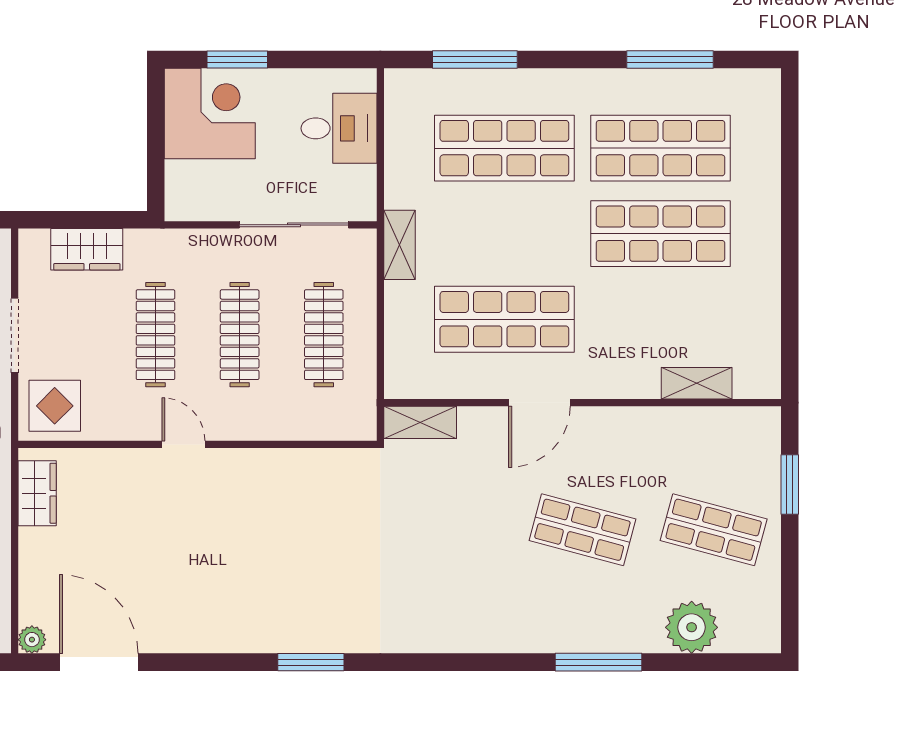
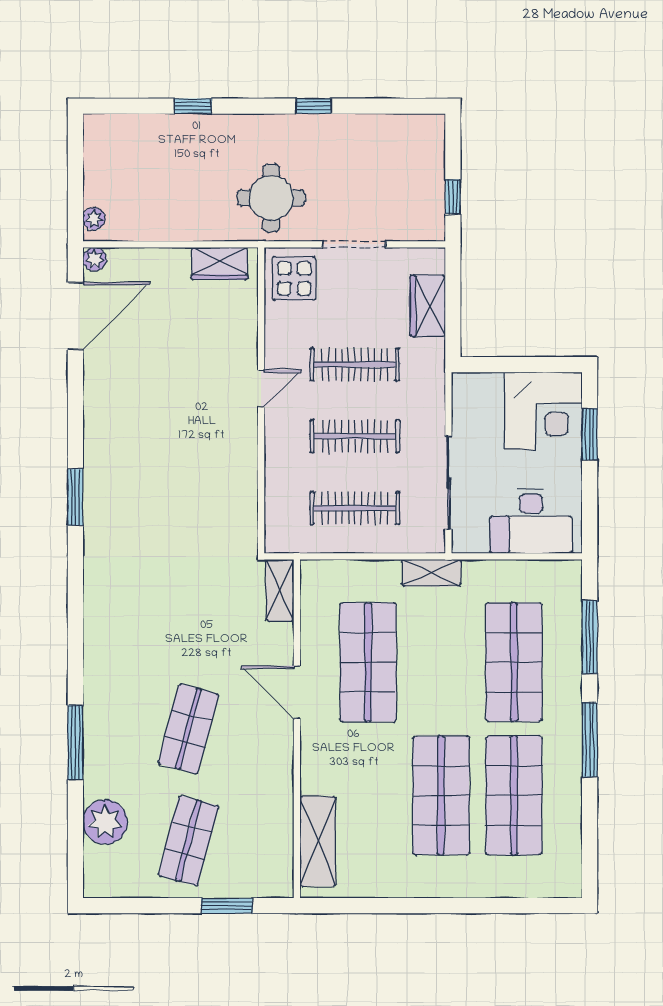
window: (670, 59) -> (590, 740), moved
desk: (339, 128) -> (531, 521), width x1.37
shelving: (697, 383) -> (318, 841), width x1.50, depth x1.33

